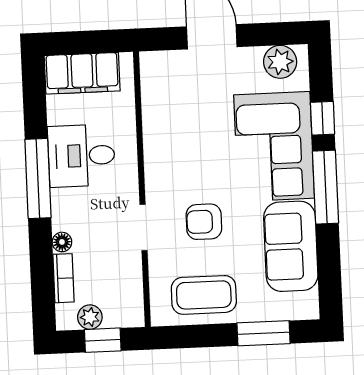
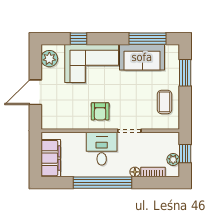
desk: (81, 156) -> (102, 149), moved, turned 180
window: (38, 178) -> (103, 183), width x1.46
window: (326, 187) -> (147, 39), moved
armchair: (204, 222) -> (100, 111), moved
coffee table: (204, 295) -> (165, 102), width x0.73, depth x0.77

